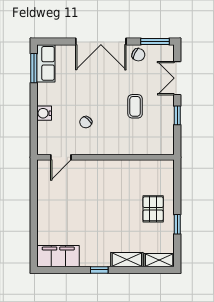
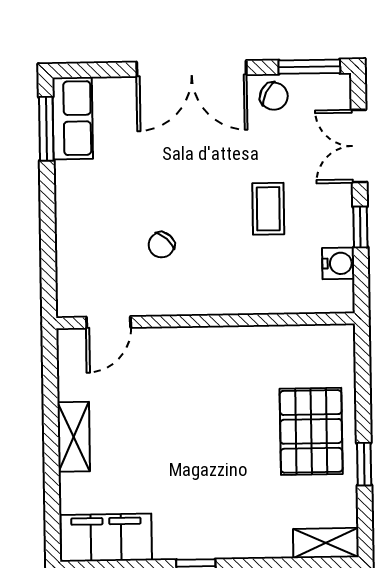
water cooler: (44, 113) -> (338, 263), moved, turned 180
pallet: (153, 209) -> (311, 431), width x1.50, depth x1.42
shelving: (127, 260) -> (74, 437), moved, turned 90

